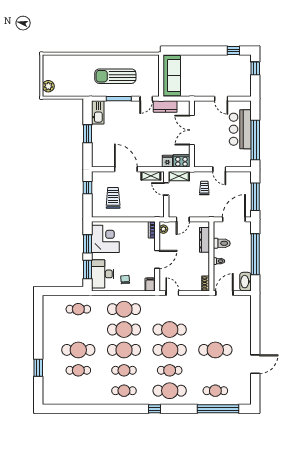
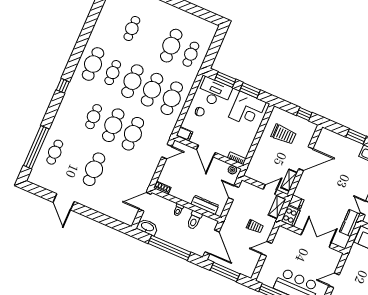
door: (224, 293) -> (145, 202), swing flipped
cafe table: (78, 350) -> (171, 46), moved
cafe table: (124, 391) -> (93, 64), width x1.37, depth x1.35
cafe table: (170, 391) -> (74, 108), removed

